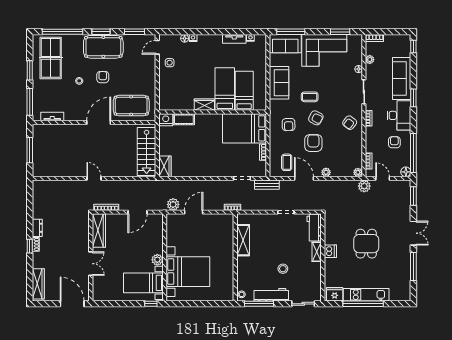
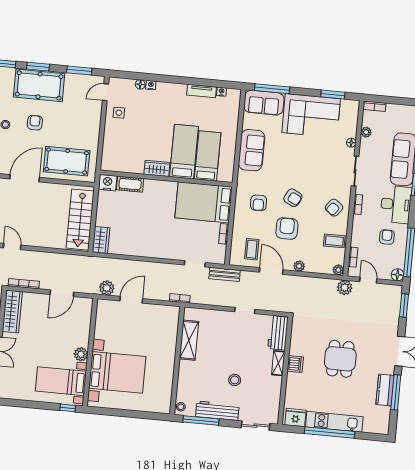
coffee table: (310, 97) -> (334, 241), moved
kitchen counter: (405, 265) -> (385, 390), added

